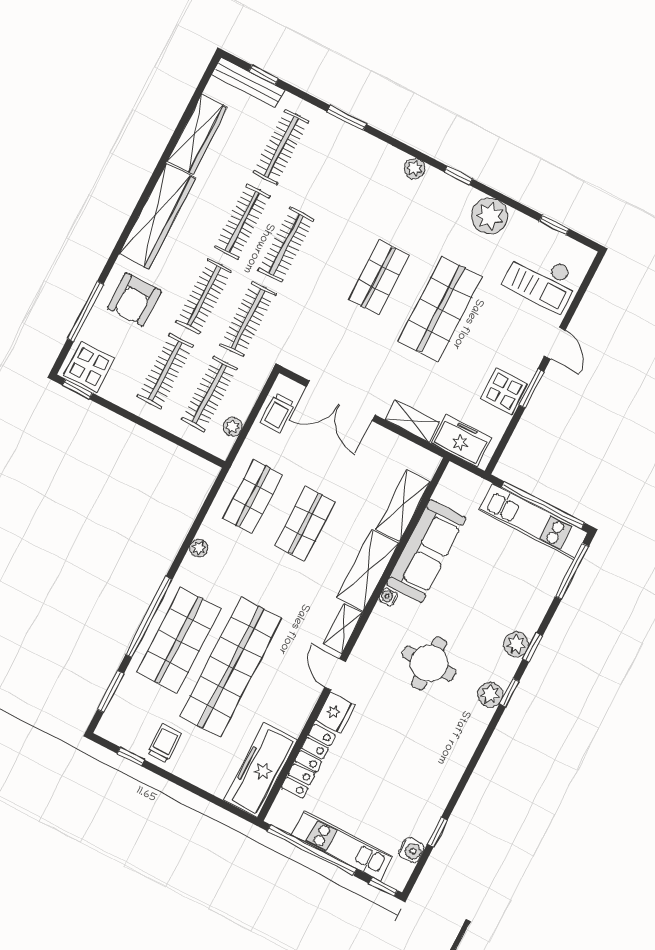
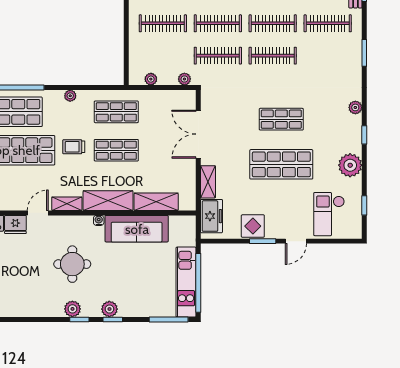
plant: (256, 381) -> (184, 79), added
clothes rail: (209, 394) -> (163, 56), removed
trolley: (278, 413) -> (74, 147), moved

